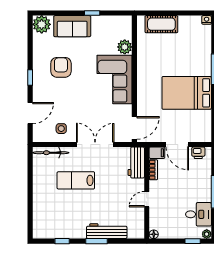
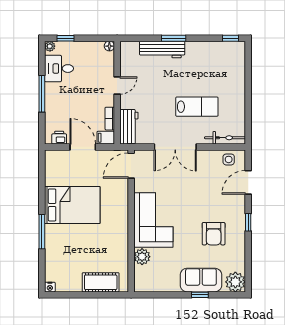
window: (92, 13) -> (200, 295), moved
side table: (61, 129) -> (229, 159), moved
window: (62, 241) -> (230, 38), moved

